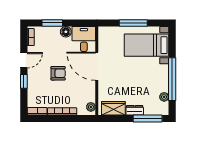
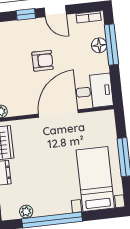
window: (52, 23) -> (111, 45), width x1.44
floor lamp: (66, 32) -> (99, 45), moved
armchair: (58, 73) -> (43, 61), turned -90

